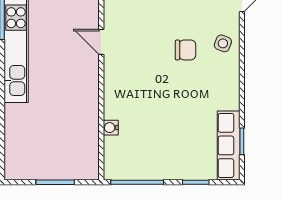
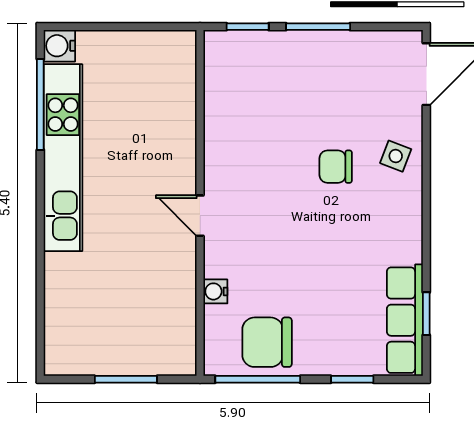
door: (101, 42) -> (200, 216), moved
chair: (186, 50) -> (336, 167), turned 180
chair: (143, 159) -> (267, 342), added

